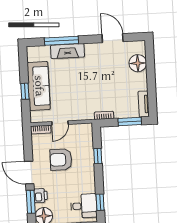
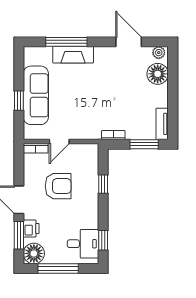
plant: (138, 46) -> (159, 53), added
armchair: (61, 160) -> (58, 186), turned 180

